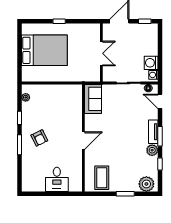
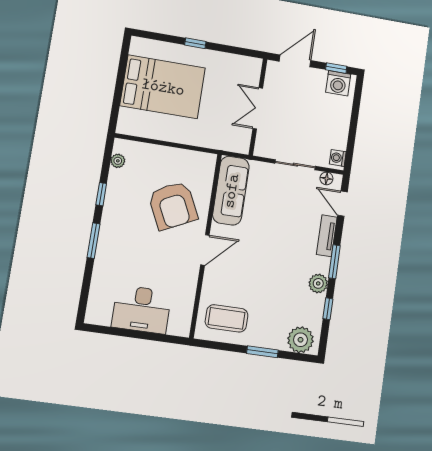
double door: (101, 53) -> (258, 108), swing flipped
washing machine: (151, 63) -> (338, 83), moved, turned -90
sofa: (93, 99) -> (231, 191), width x1.36
tv unit: (153, 132) -> (327, 236), moved
armchair: (39, 138) -> (173, 206), moved, width x1.88, depth x1.88
coffee table: (102, 178) -> (227, 318), turned 90
desk: (57, 179) -> (142, 309), width x1.37

